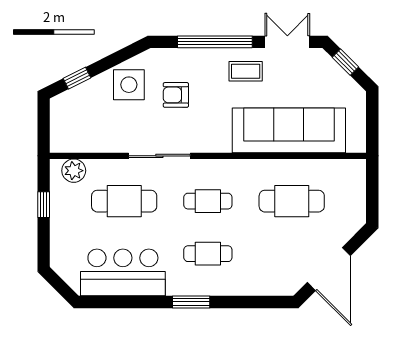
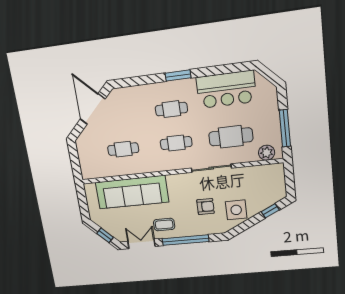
double door: (287, 42) -> (141, 244), swing flipped
cafe table: (292, 201) -> (123, 149), width x0.73, depth x0.74
window: (44, 205) -> (285, 128), width x2.17

